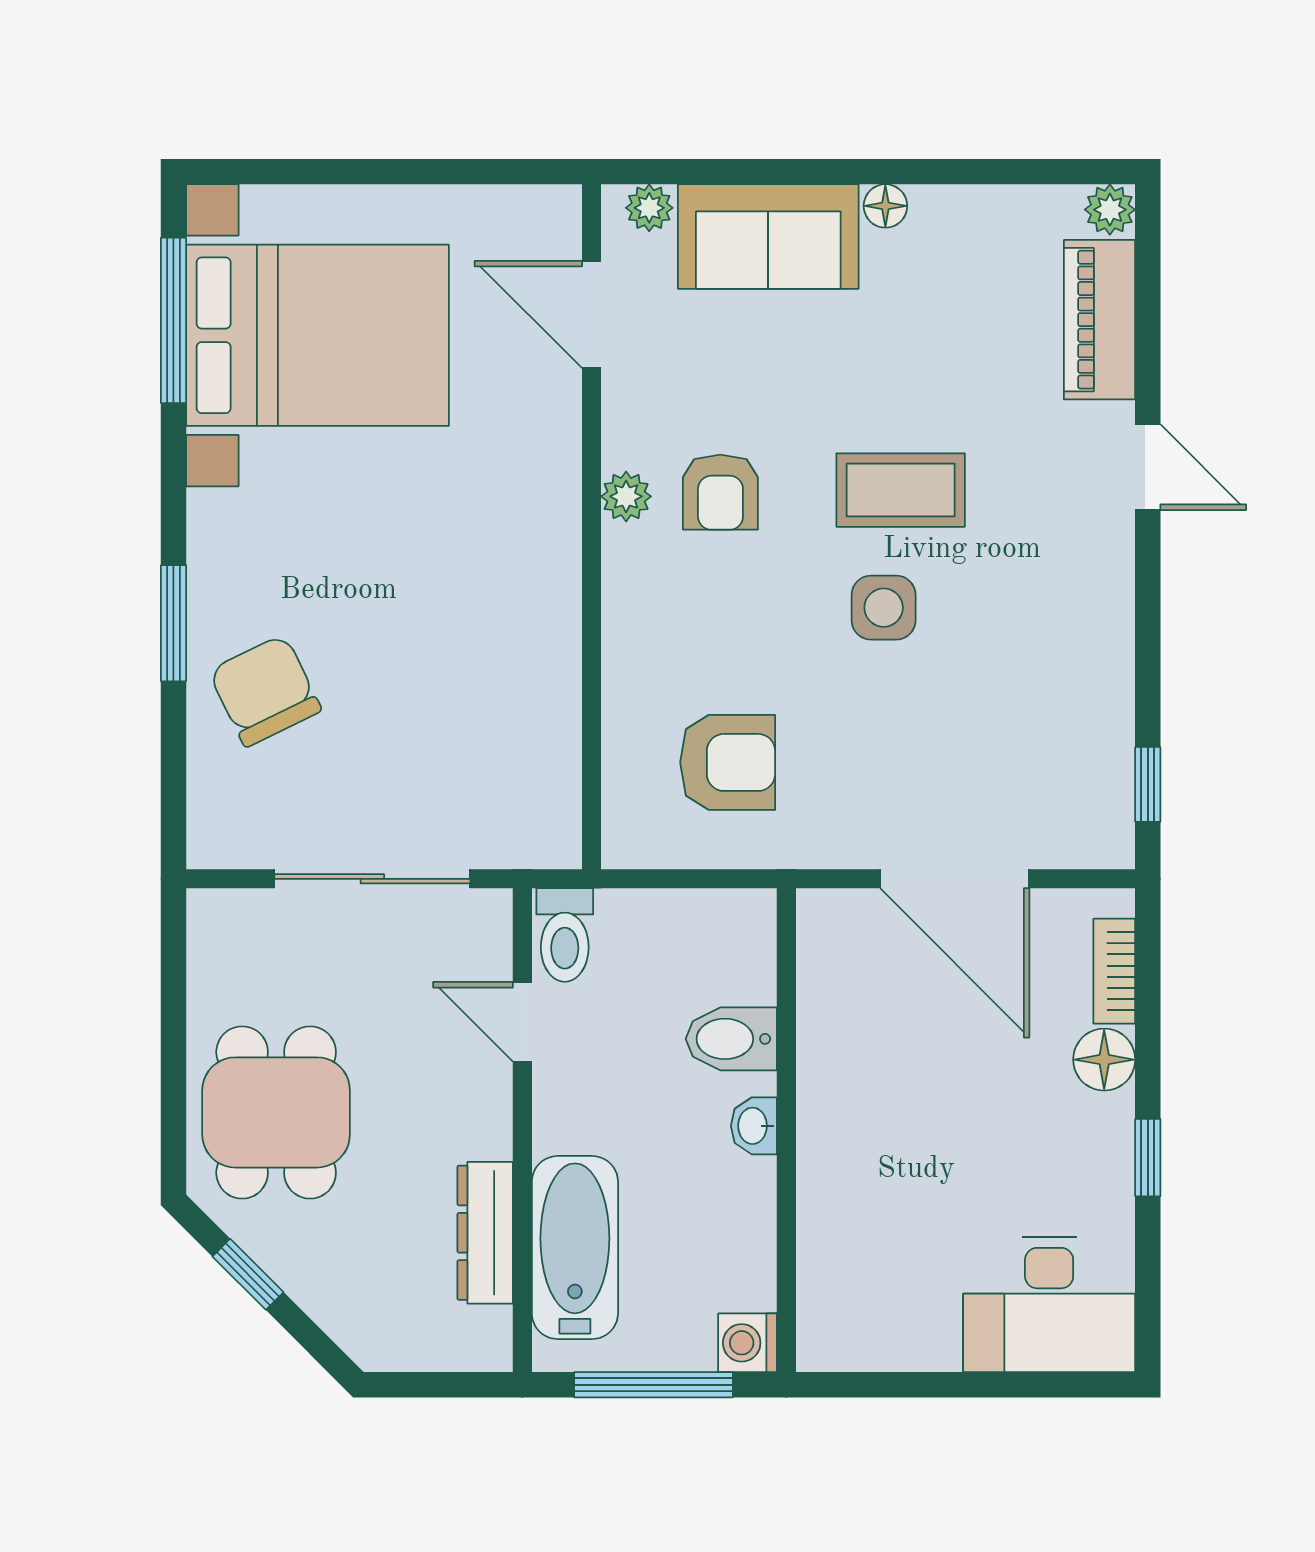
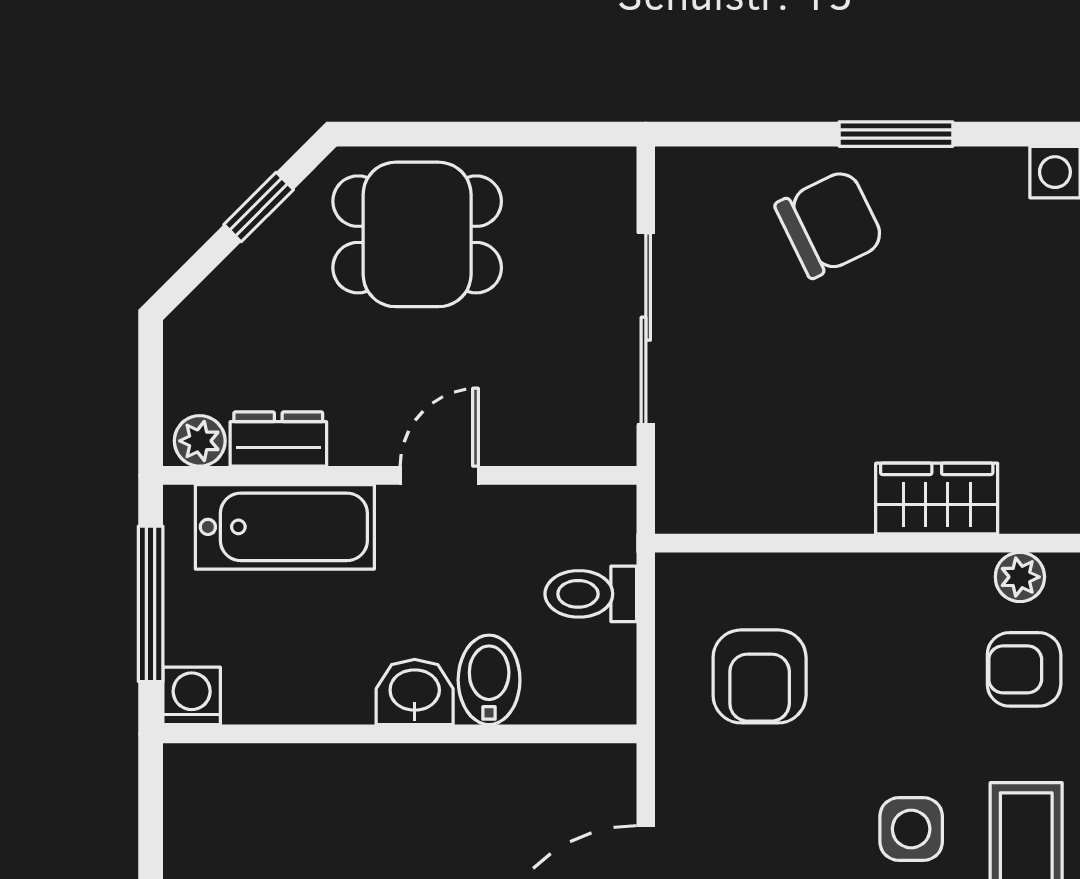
wardrobe: (546, 581) -> (937, 499), added
toilet: (565, 935) -> (591, 594), moved
door: (522, 1022) -> (439, 475), moved
washbasin: (754, 1126) -> (415, 692), width x1.38, depth x1.45
dresser: (485, 1233) -> (278, 439), width x0.70
plant: (487, 1335) -> (200, 441), added

